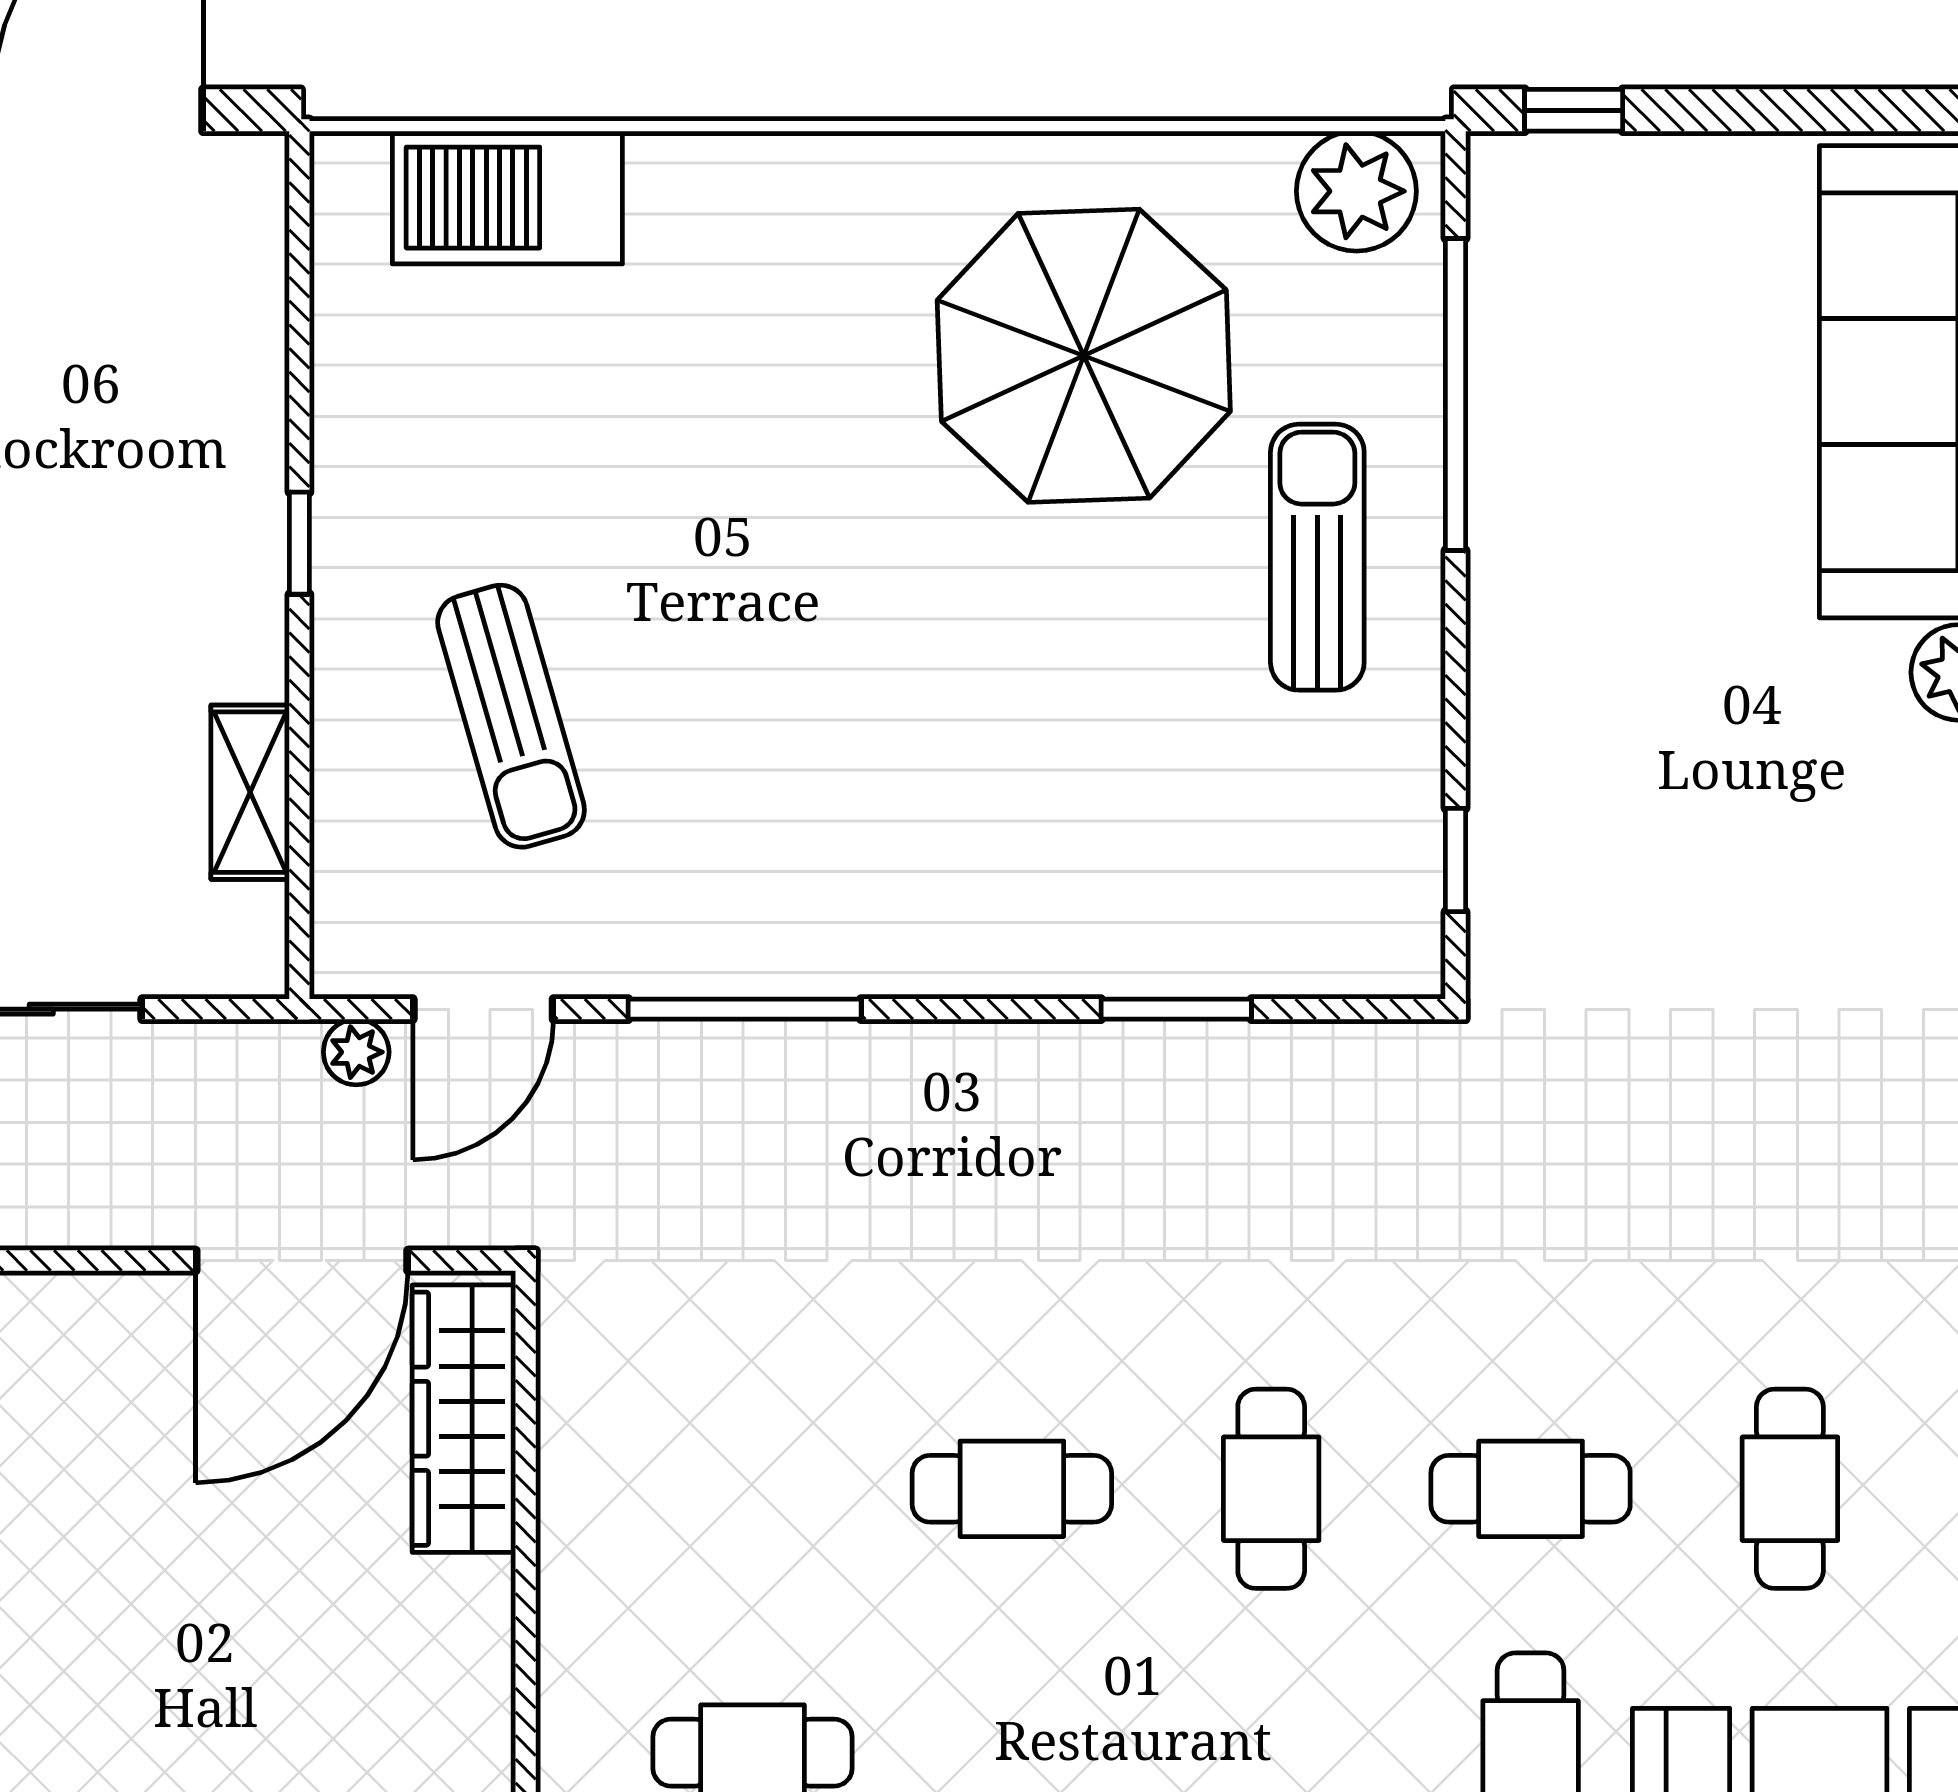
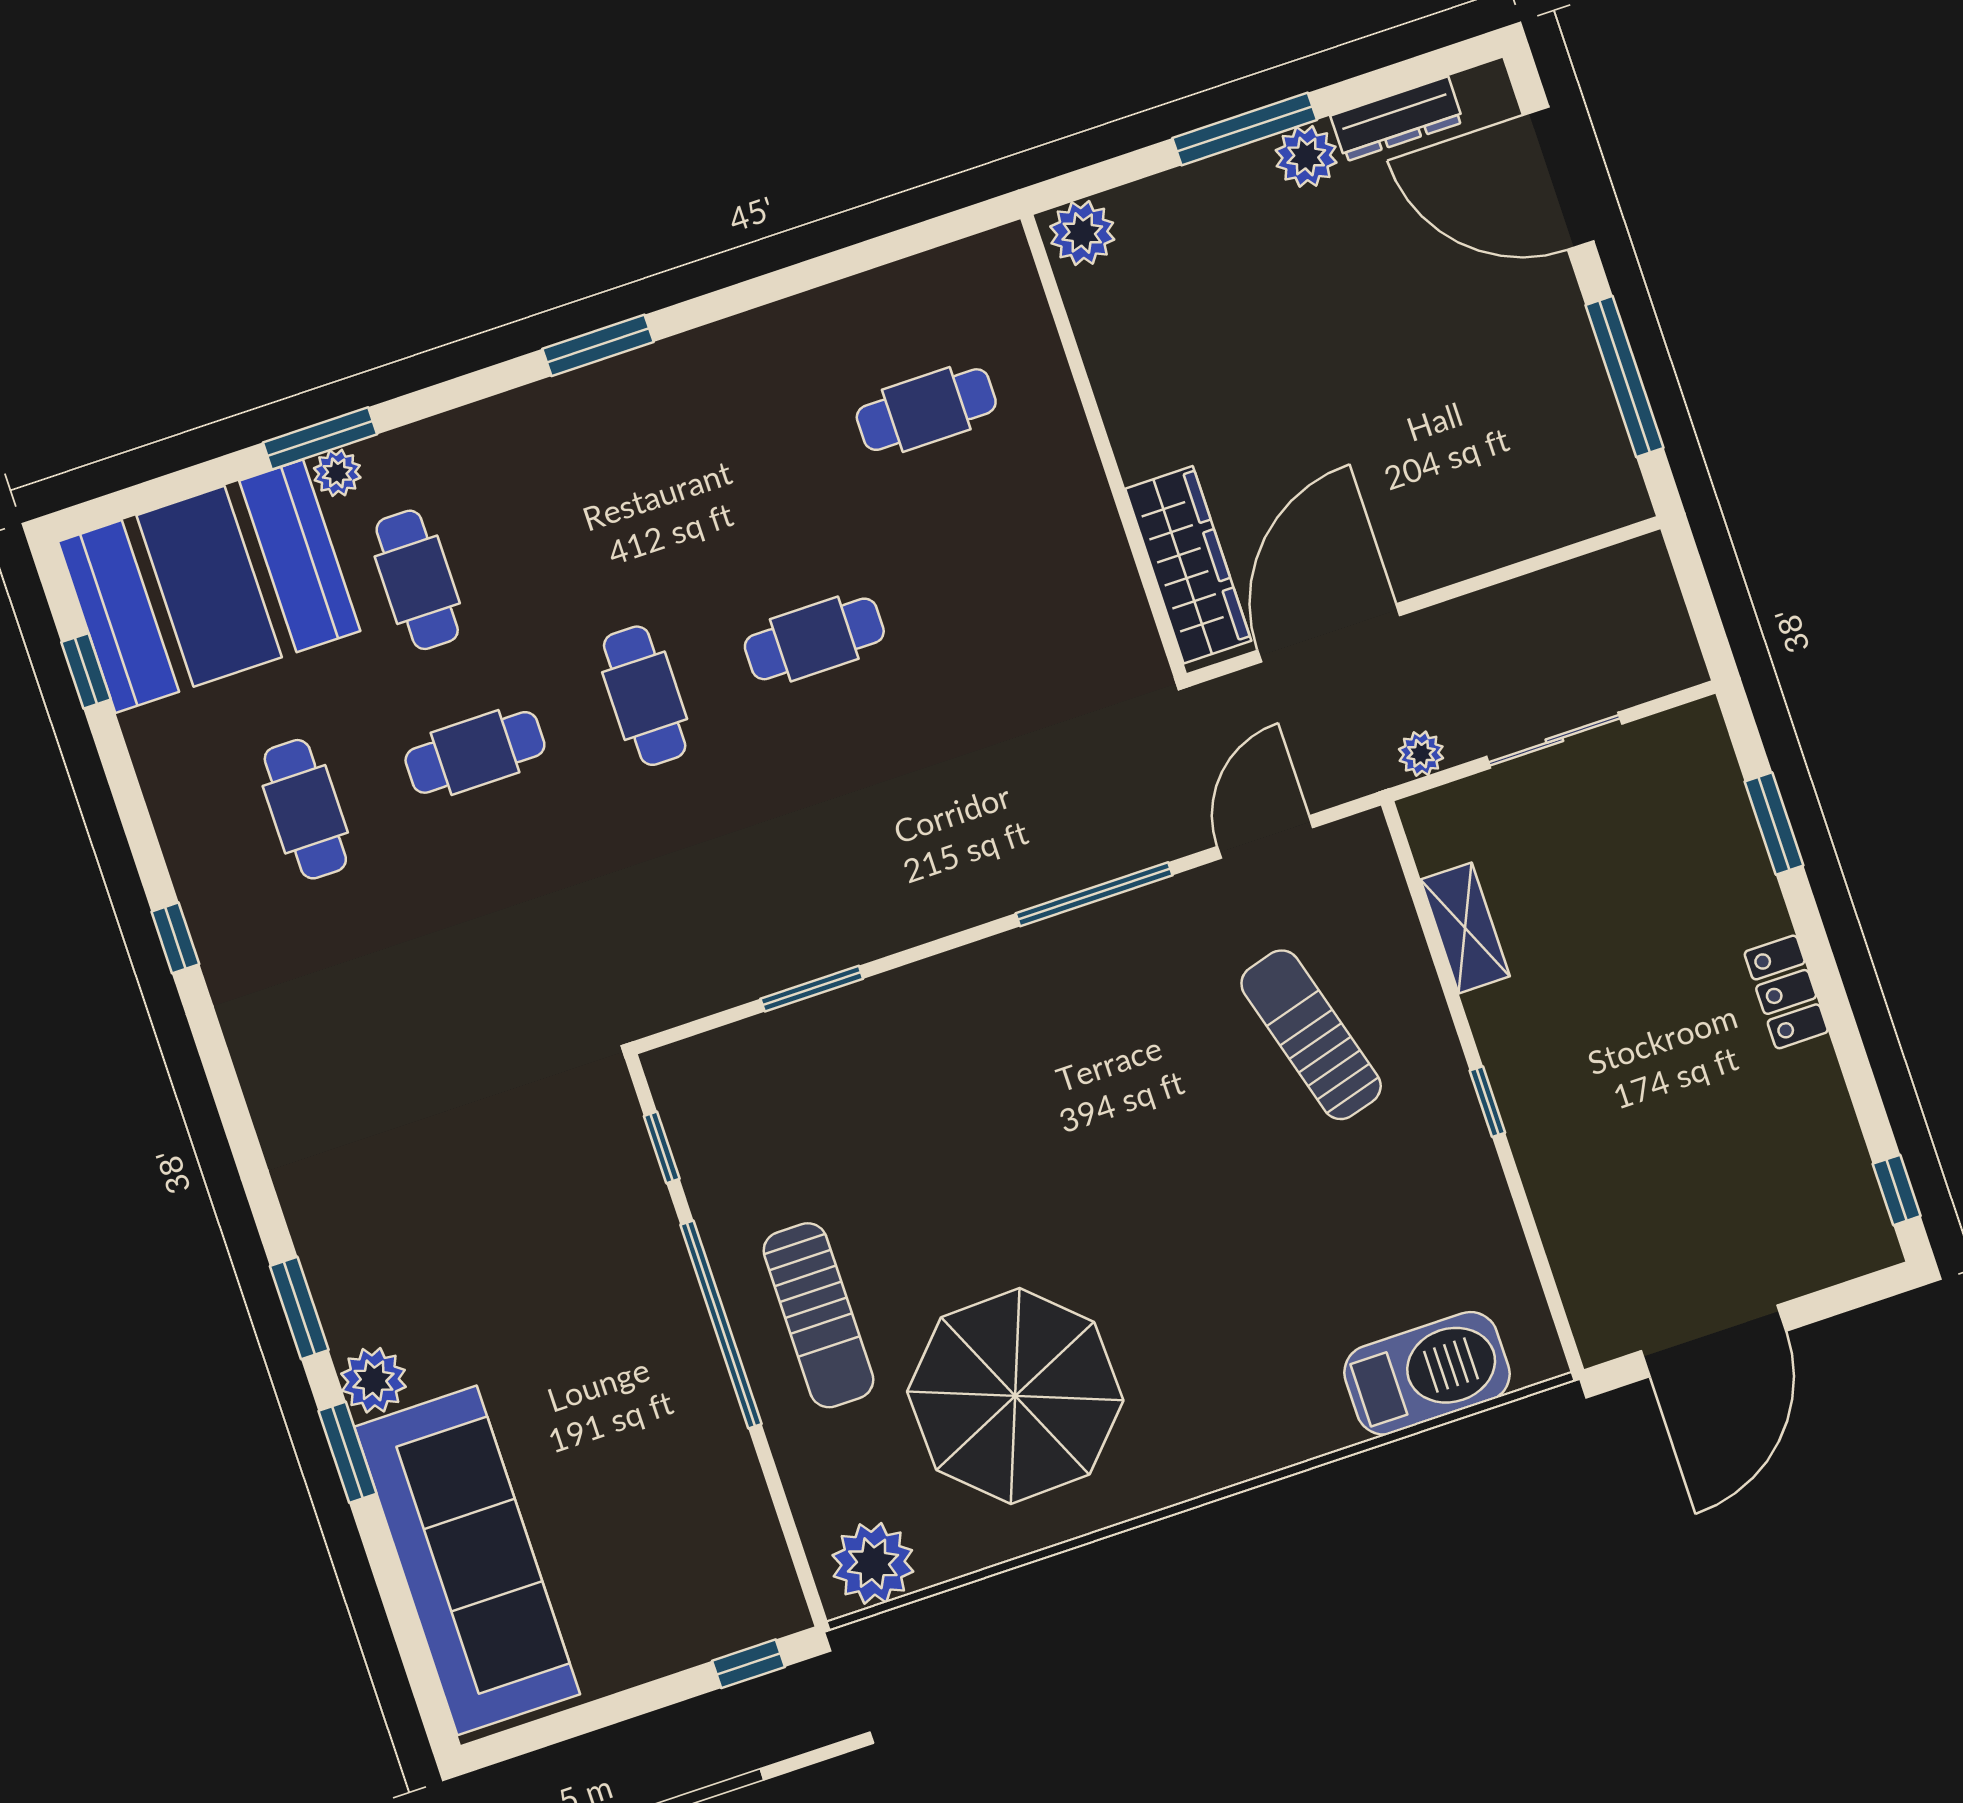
window: (1456, 394) -> (721, 1324), moved
plant: (356, 1052) -> (1421, 754), moved

